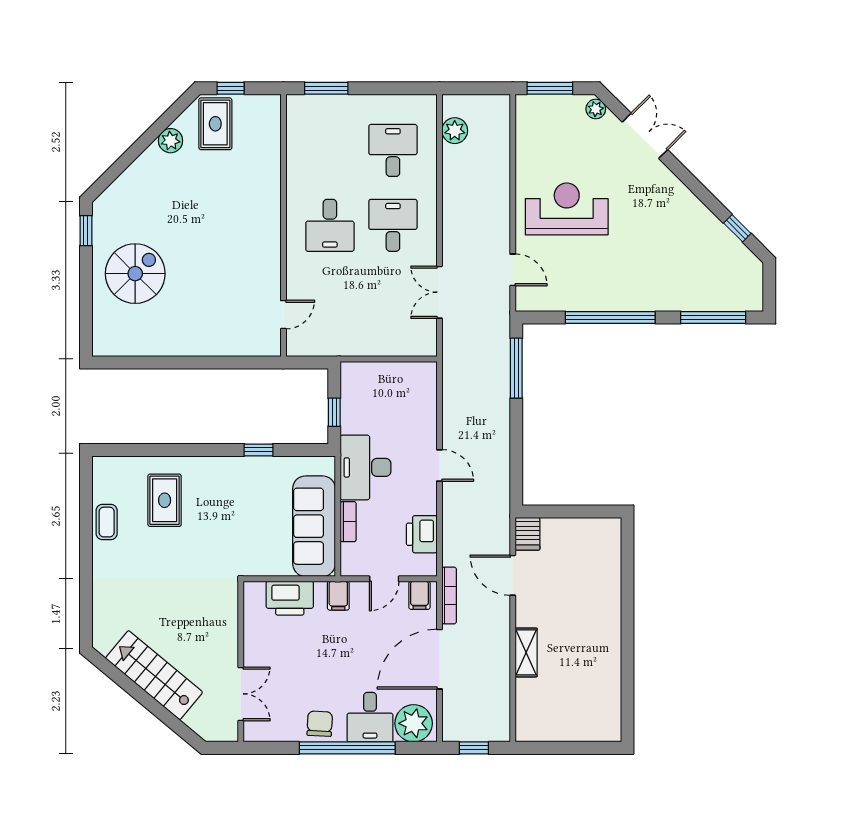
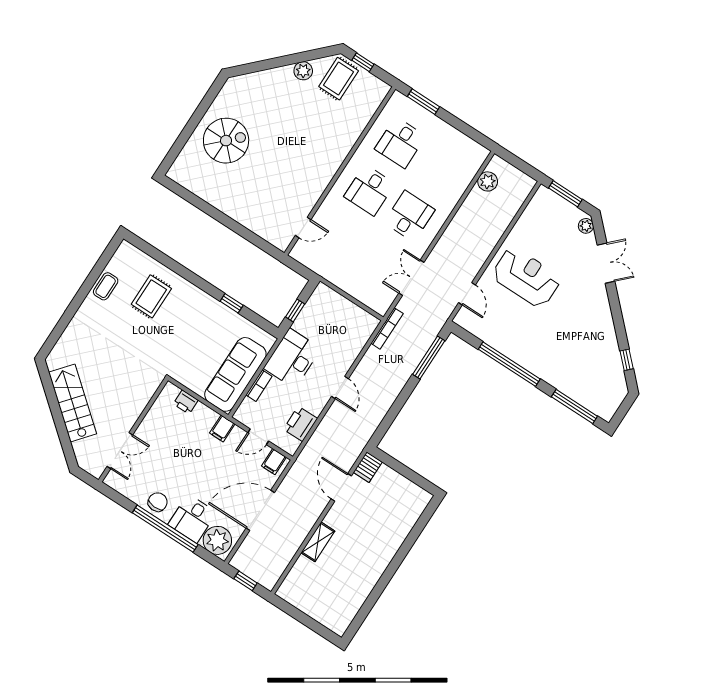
desk: (393, 150) -> (400, 143), moved, turned 180
window: (86, 231) -> (212, 93), removed
bookcase: (449, 596) -> (387, 328), moved
printer: (290, 598) -> (186, 402), width x0.53, depth x0.68

